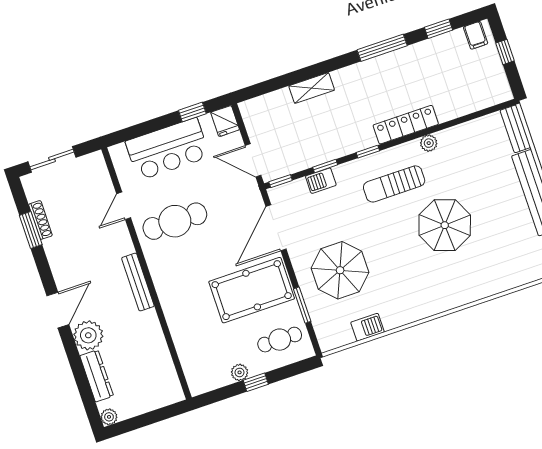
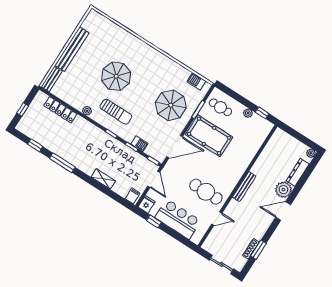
filing cabinet: (476, 35) -> (132, 196), moved
locker: (406, 125) -> (60, 110), moved
barbecue: (367, 327) -> (196, 81), moved
window: (256, 382) -> (262, 113), moved

